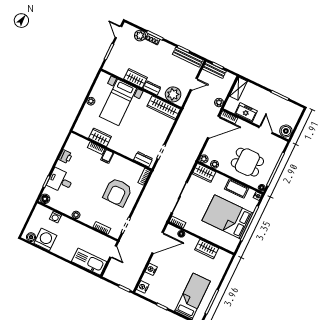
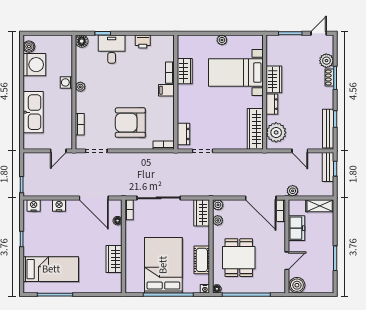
washing machine: (55, 217) -> (66, 82), moved
kitchen sink: (89, 262) -> (33, 112), moved

